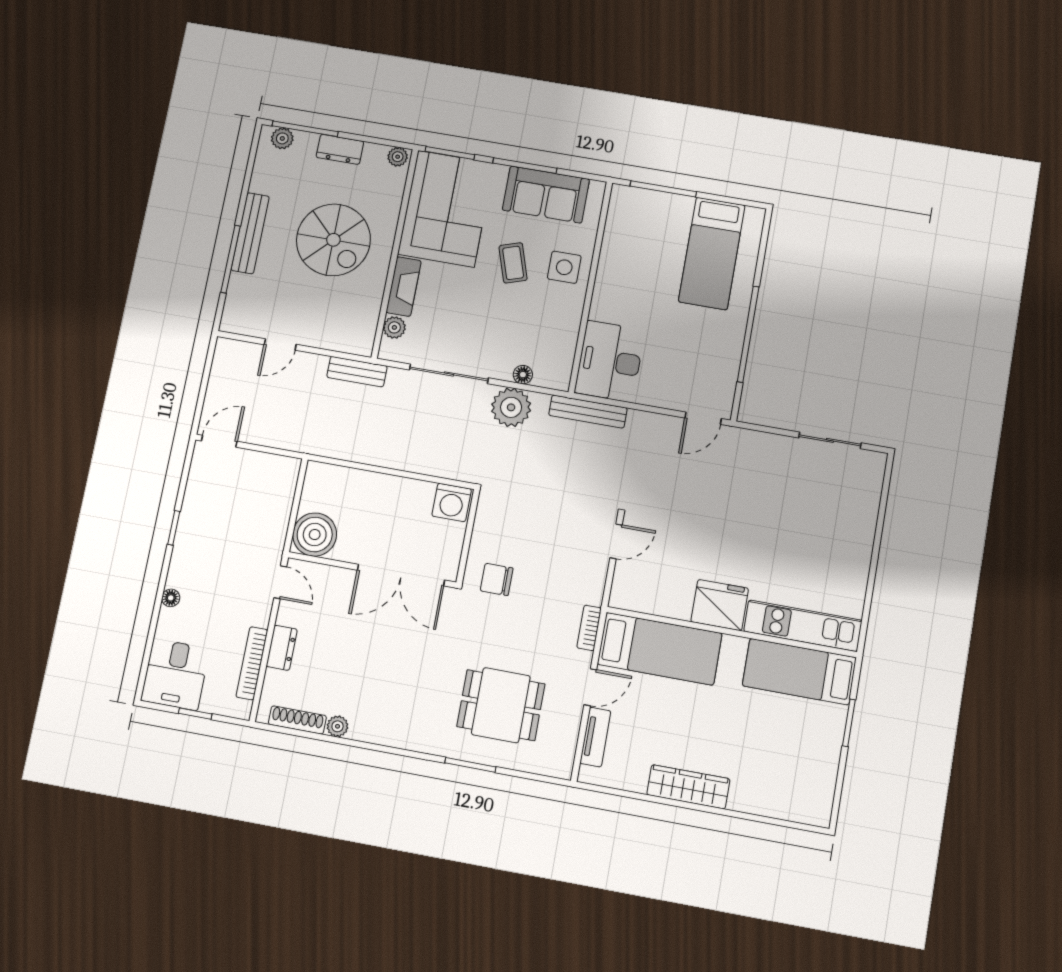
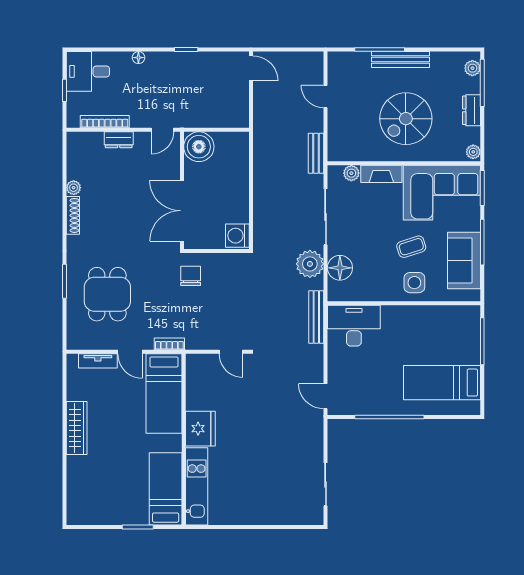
floor lamp: (523, 375) -> (340, 268), width x1.89, depth x1.89
shoe rack: (297, 720) -> (73, 215), moved

